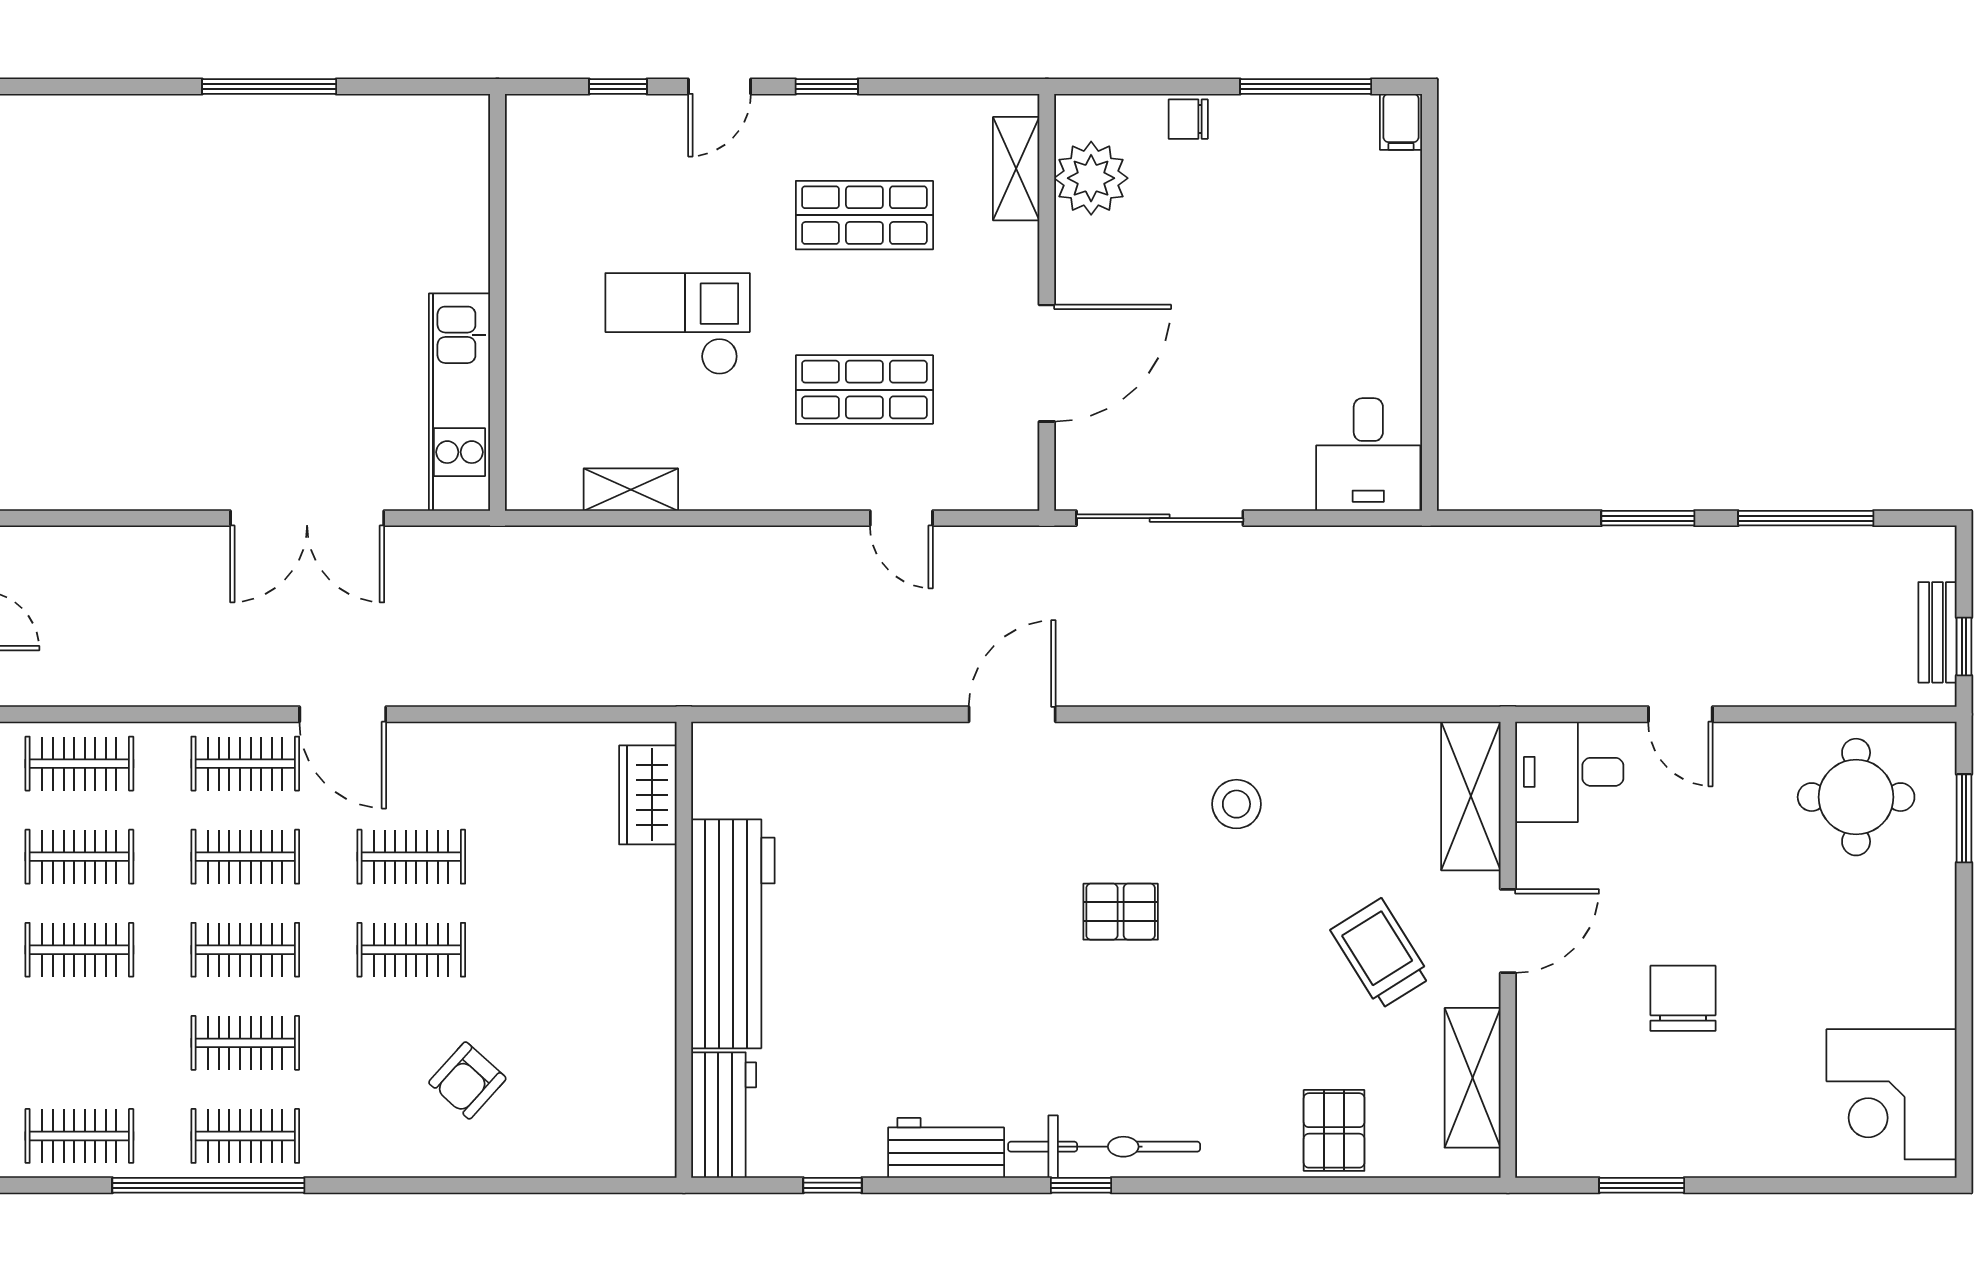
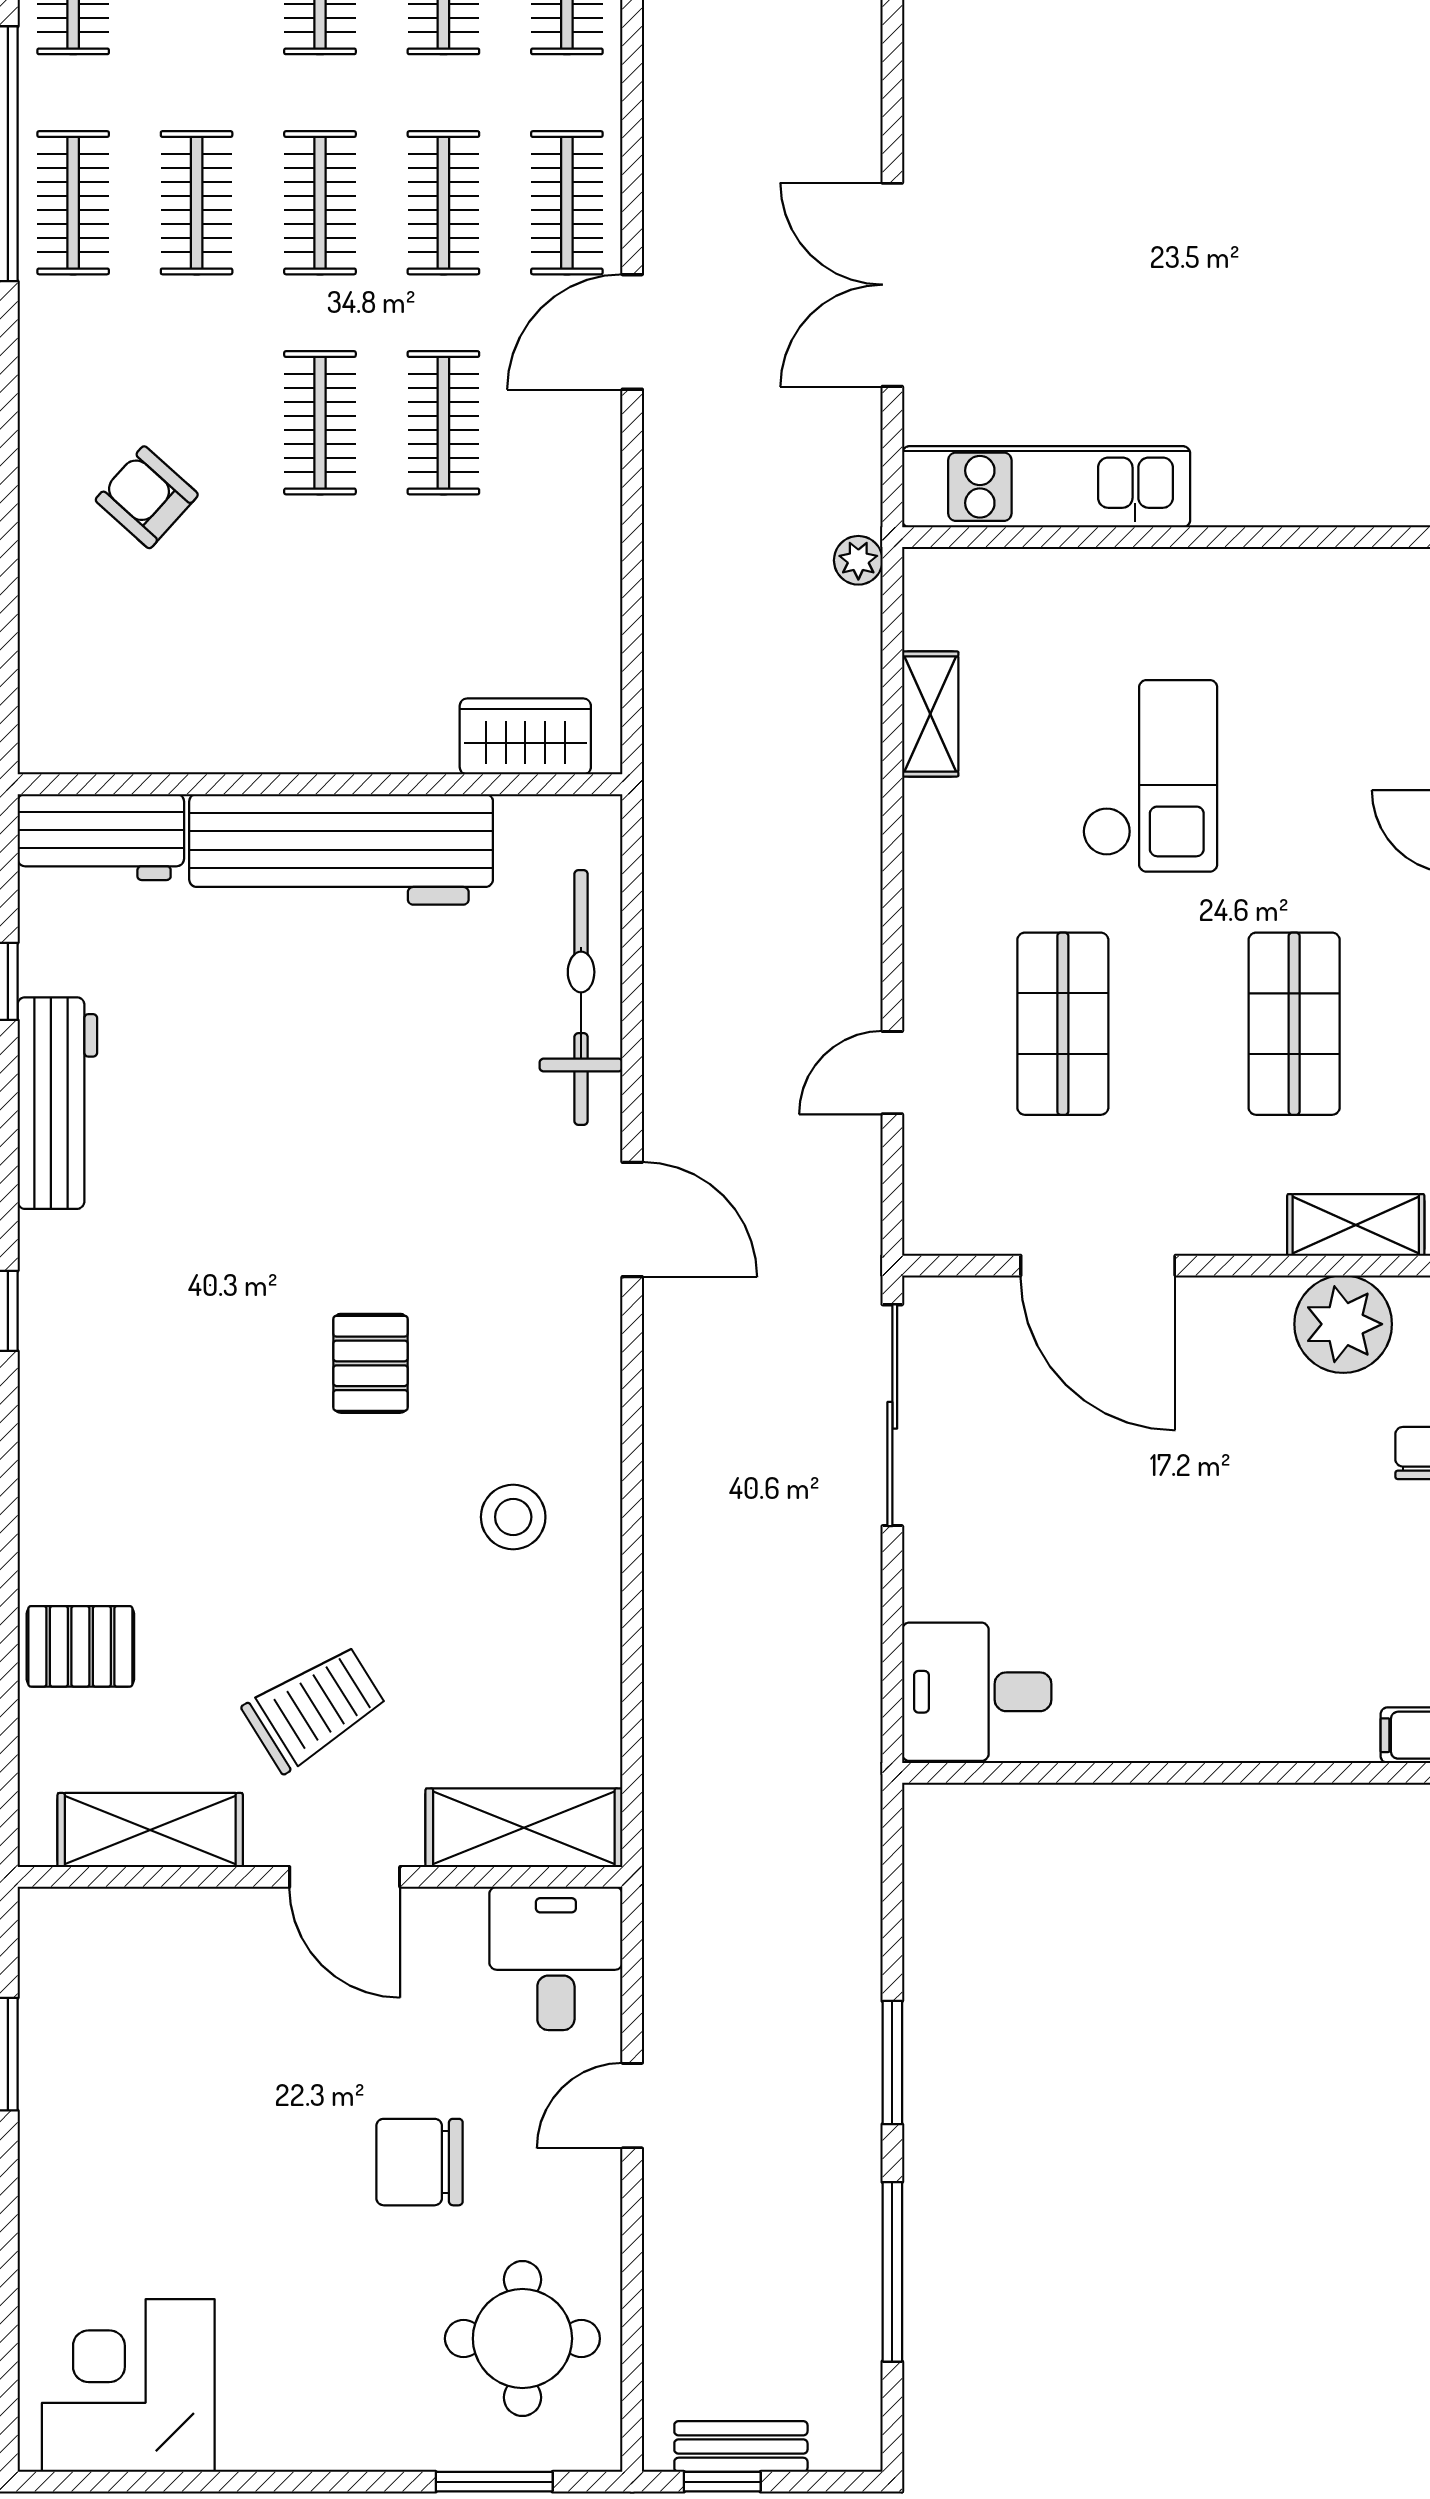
plant: (515, 544) -> (858, 560), added
chair: (1683, 998) -> (419, 2162), moved, turned 180
bicycle: (1104, 1147) -> (581, 998), moved, turned 180
workbench: (946, 1148) -> (57, 1103), width x1.37

